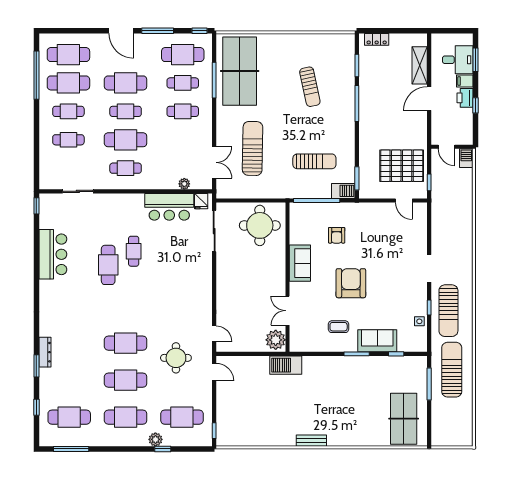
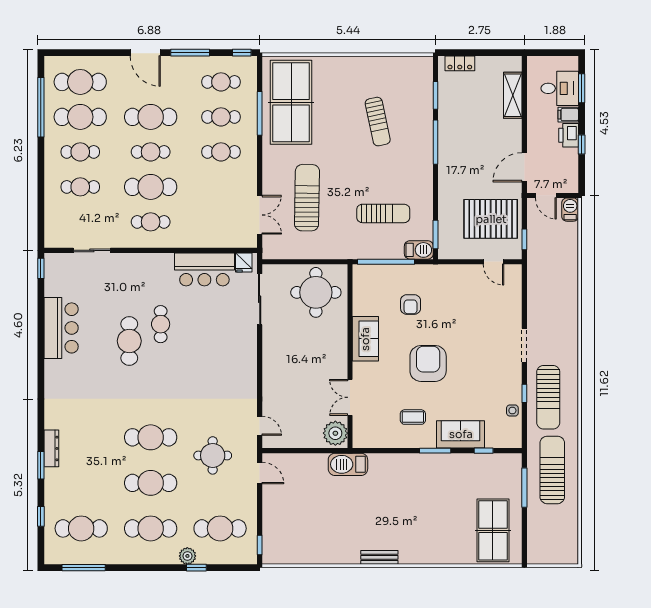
cafe table: (183, 55) -> (221, 82), width x0.73, depth x0.74
door: (429, 99) -> (524, 167), moved
plant: (184, 184) -> (223, 241), removed

